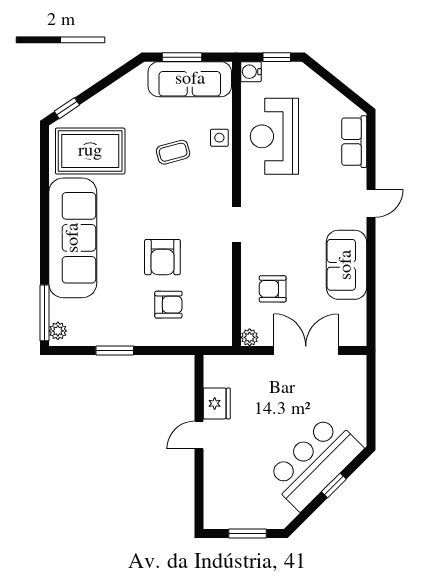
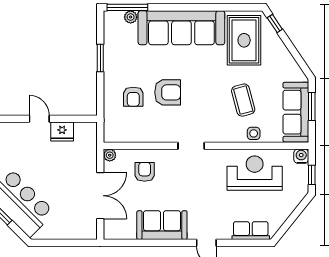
coffee table: (173, 152) -> (243, 100), width x1.36, depth x1.30
armchair: (162, 257) -> (168, 92), turned 180
plant: (58, 331) -> (131, 17), moved

